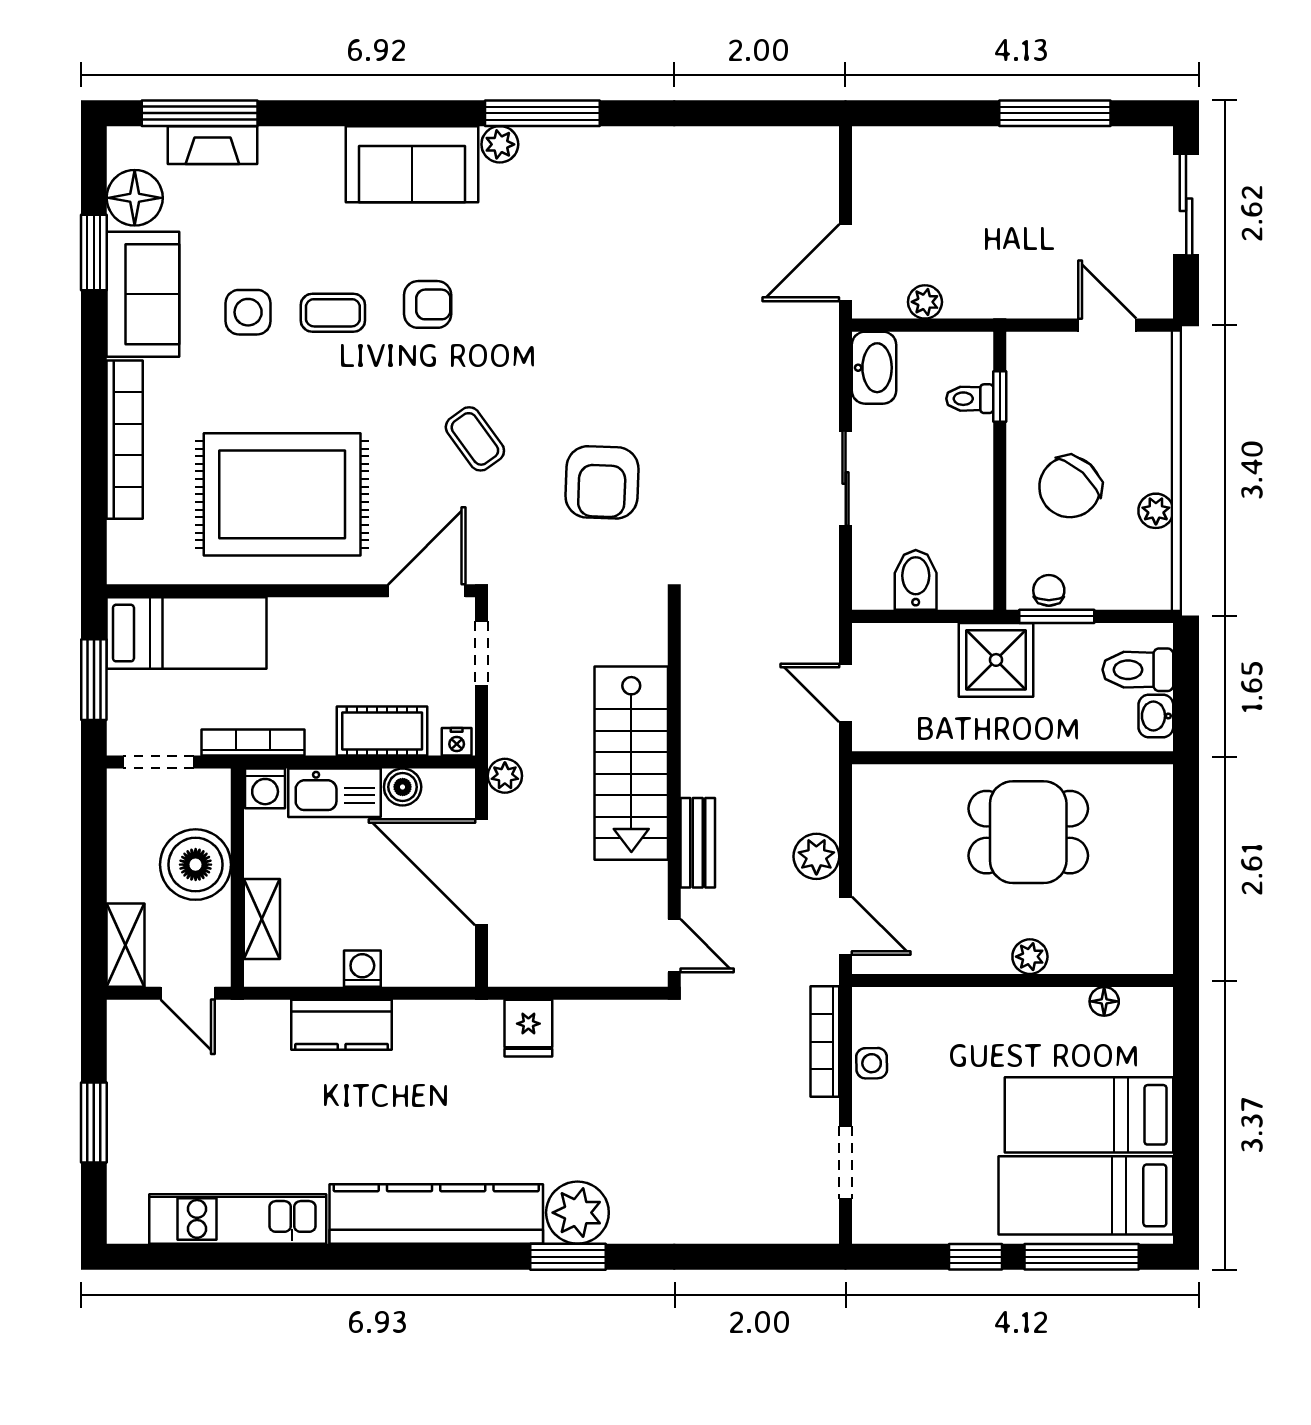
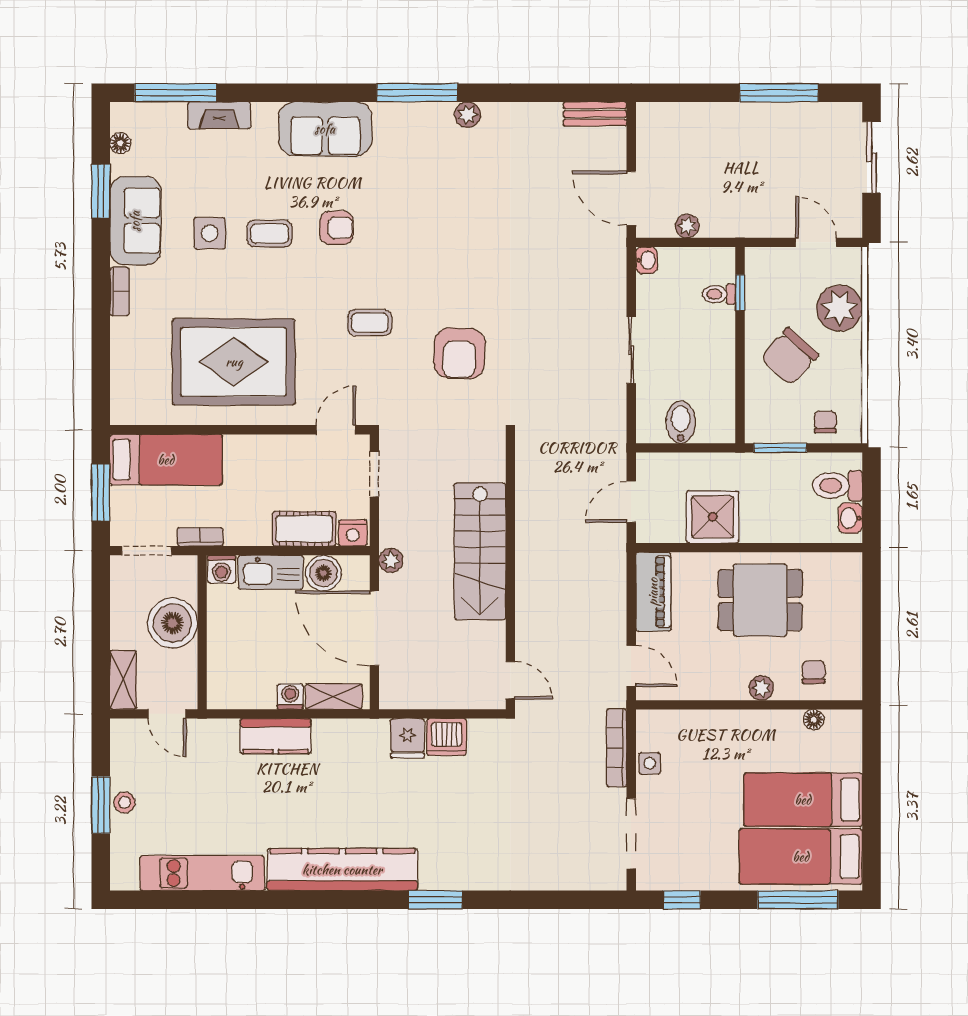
plant: (500, 144) -> (468, 115), moved
fireplace: (212, 145) -> (219, 115), moved
floor lamp: (135, 198) -> (120, 143), width x0.53, depth x0.53
door: (846, 263) -> (631, 198), hinge flipped
washbasin: (874, 368) -> (647, 260), width x0.52, depth x0.69
coffee table: (475, 439) -> (370, 323), turned -54
bookcase: (125, 440) -> (120, 291), width x0.43, depth x0.76
plant: (1156, 511) -> (840, 308), moved, width x1.88, depth x1.88
chair: (1049, 590) -> (825, 422), moved
door: (427, 591) -> (336, 430), width x0.73
shower: (996, 660) -> (713, 517), moved
door: (846, 693) -> (631, 502), hinge flipped
bookcase: (253, 742) -> (200, 537), width x0.64
nightstand: (457, 742) -> (353, 533), width x1.39, depth x1.35
boiler: (403, 787) -> (323, 573), width x1.36, depth x1.36
piano: (877, 820) -> (653, 592), added
bench: (698, 843) -> (595, 114), moved, turned 90
plant: (816, 856) -> (611, 617), removed
shelving: (262, 919) -> (334, 697), moved, turned 90
chair: (1104, 934) -> (814, 672), added
dishwasher: (584, 1026) -> (447, 737), added
stool: (127, 1119) -> (124, 802), added
doorway: (846, 1163) -> (631, 834), width x1.38
plant: (577, 1213) -> (442, 869), removed
window: (976, 1257) -> (682, 900), moved

